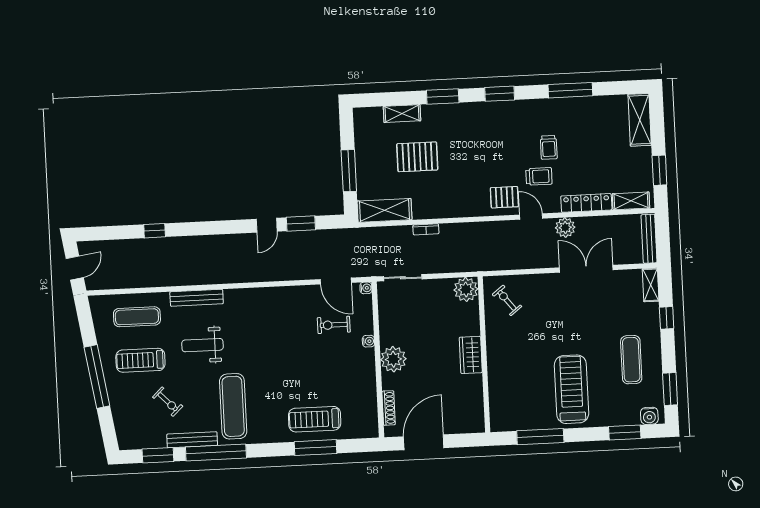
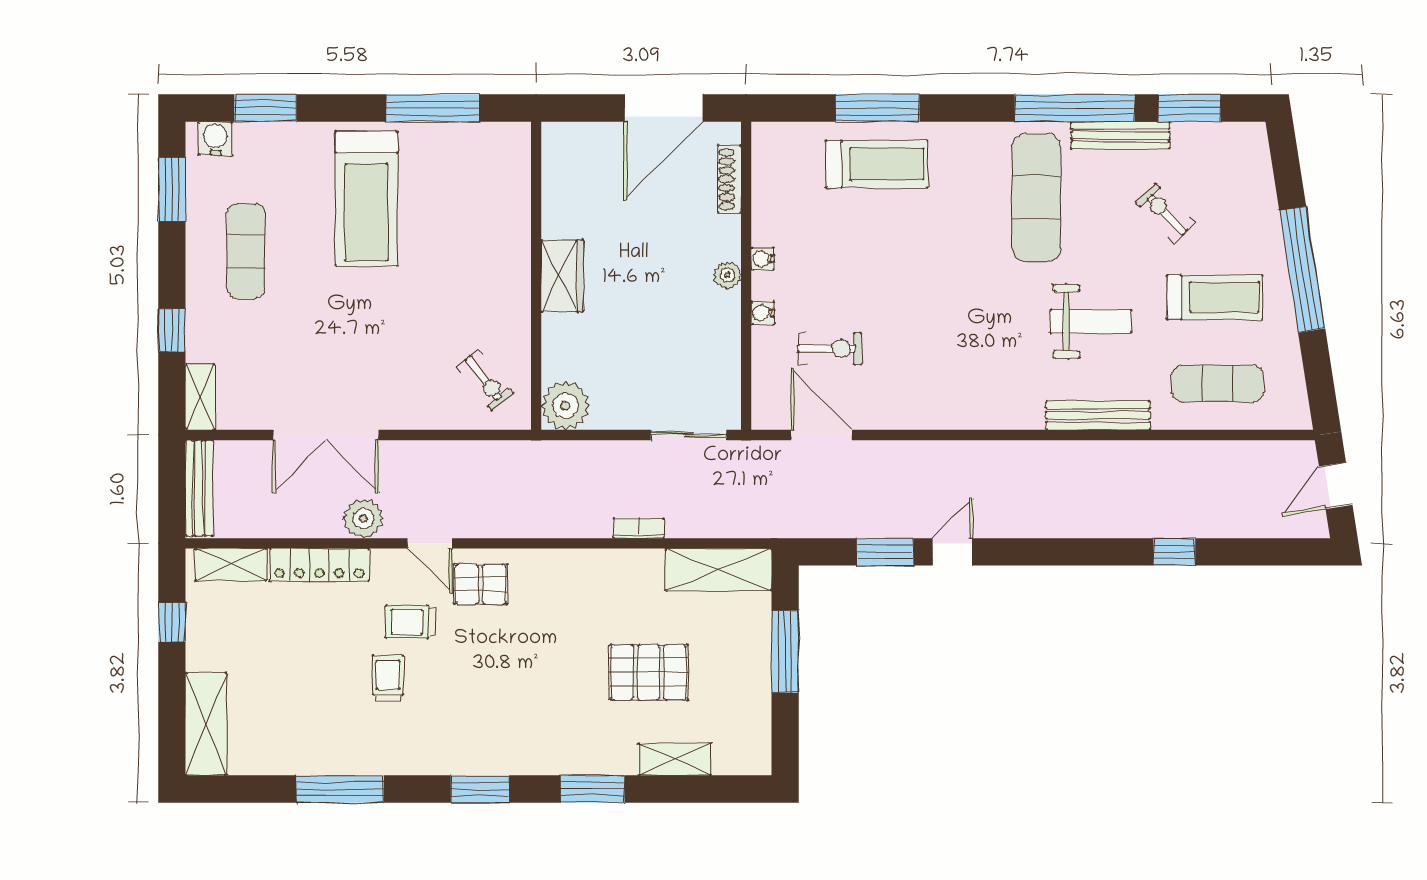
window: (659, 170) -> (172, 622), width x0.67
water cooler: (366, 288) -> (763, 259), moved
plant: (393, 359) -> (727, 275), width x0.53, depth x0.53

